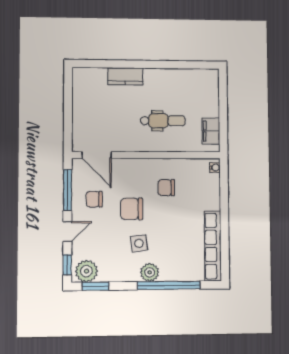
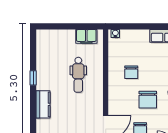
window: (159, 64) -> (33, 78), added
dental chair: (163, 121) -> (78, 75), turned 180

